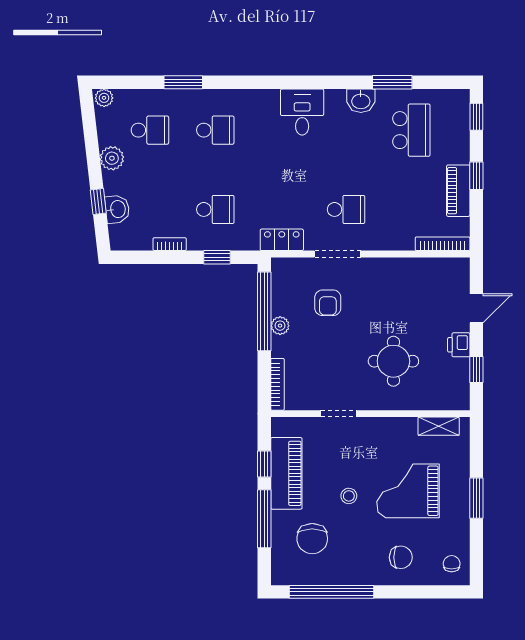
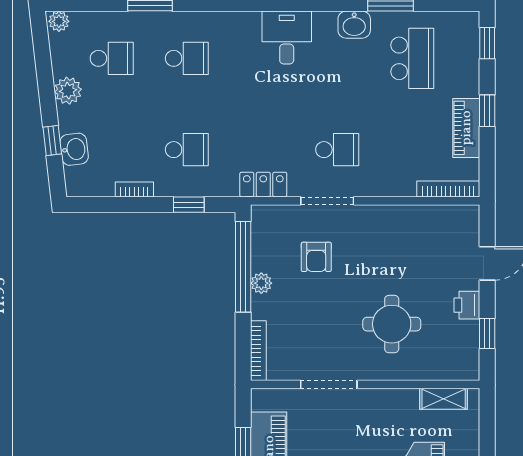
doorway: (339, 414) -> (329, 384), width x1.38

